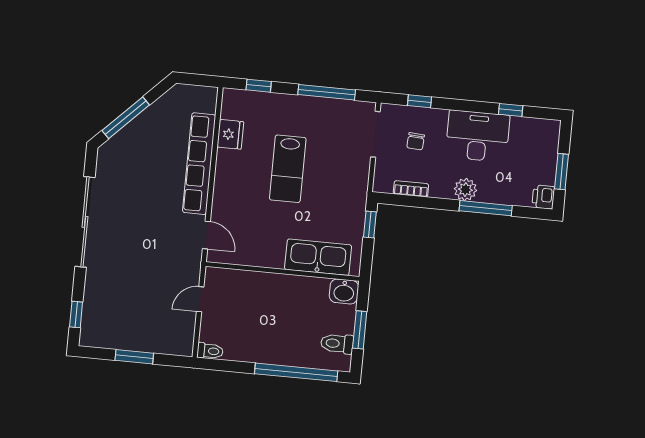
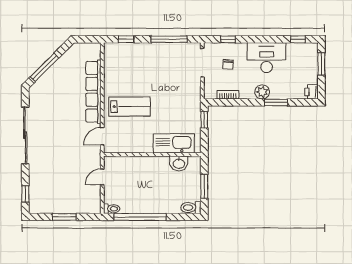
window: (511, 110) -> (298, 39), moved
fridge: (230, 134) -> (111, 72), removed
lab bench: (288, 169) -> (129, 107), moved, turned -90
window: (562, 172) -> (321, 64), moved
window: (486, 208) -> (276, 102), width x0.69
door: (206, 235) -> (102, 136), swing flipped
washbasin: (344, 291) -> (179, 163), moved
toilet: (337, 344) -> (191, 208), moved
window: (296, 372) -> (140, 217), moved

